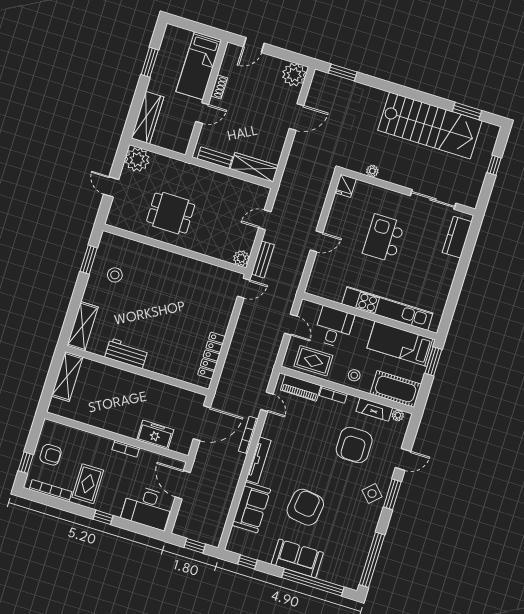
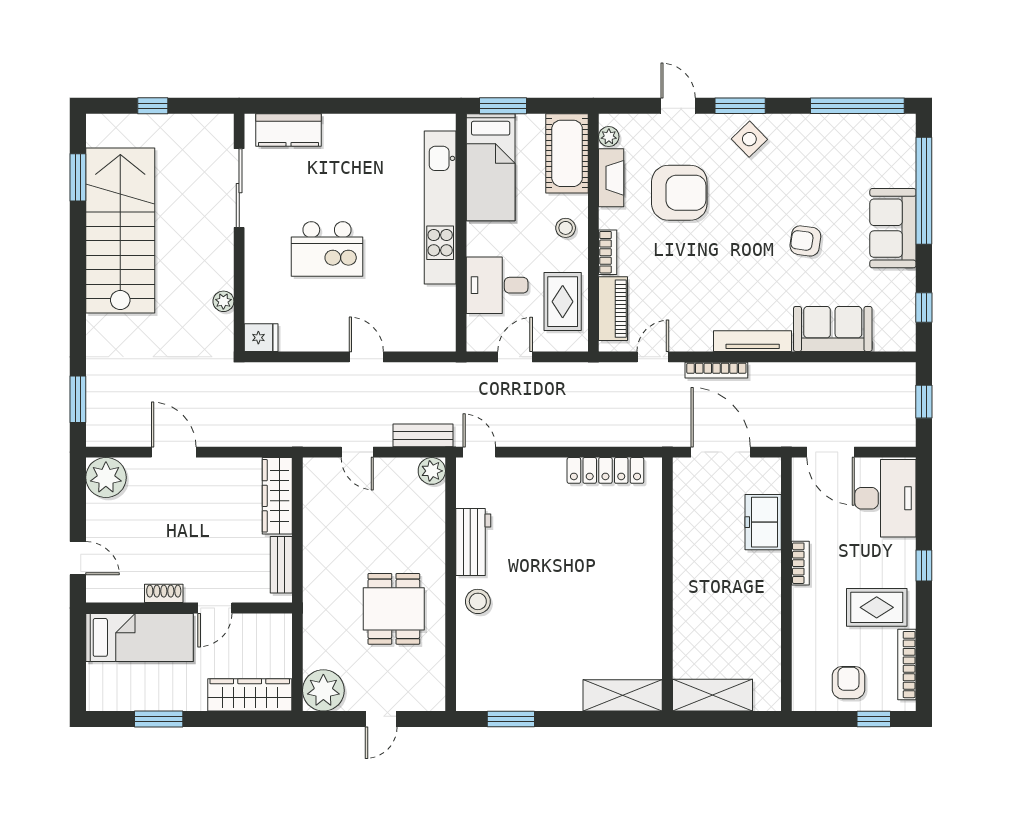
door: (202, 113) -> (215, 608), swing flipped
stool: (115, 275) -> (478, 601), moved
workbench: (126, 353) -> (473, 542), moved, turned 180
door: (183, 485) -> (831, 452), hinge flipped
armchair: (305, 507) -> (805, 241), width x0.53, depth x0.53

